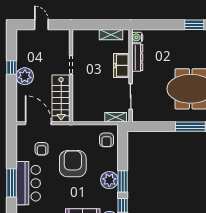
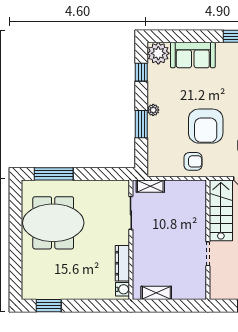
freezer: (122, 65) -> (143, 253), removed
armchair: (107, 140) -> (193, 161), moved, turned 90
plant: (109, 180) -> (153, 110), width x0.53, depth x0.53
window: (123, 181) -> (141, 124), moved

